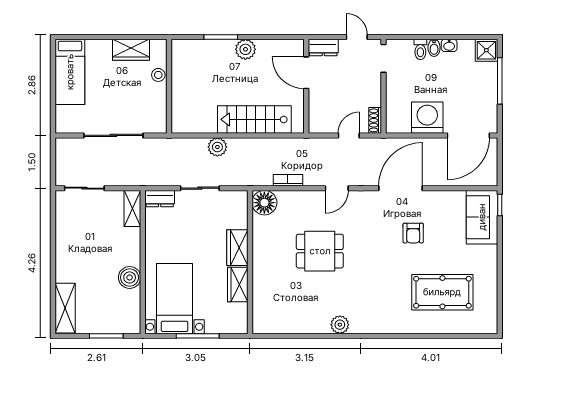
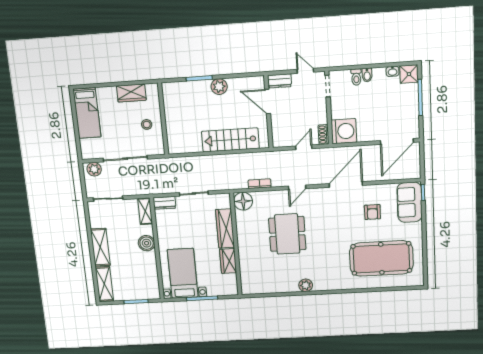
washbasin: (449, 45) -> (393, 71), moved
stool: (158, 75) -> (147, 124), moved
washing machine: (427, 118) -> (344, 131), moved, turned 90
plant: (217, 147) -> (94, 169), moved
armchair: (413, 233) -> (372, 212), moved
wardrobe: (237, 248) -> (225, 228), width x1.50
dining table: (320, 251) -> (287, 234), width x1.38
shelving: (66, 255) -> (100, 247), added
boiler: (130, 277) -> (147, 243), moved
pool table: (442, 292) -> (381, 258), width x1.36, depth x1.32

